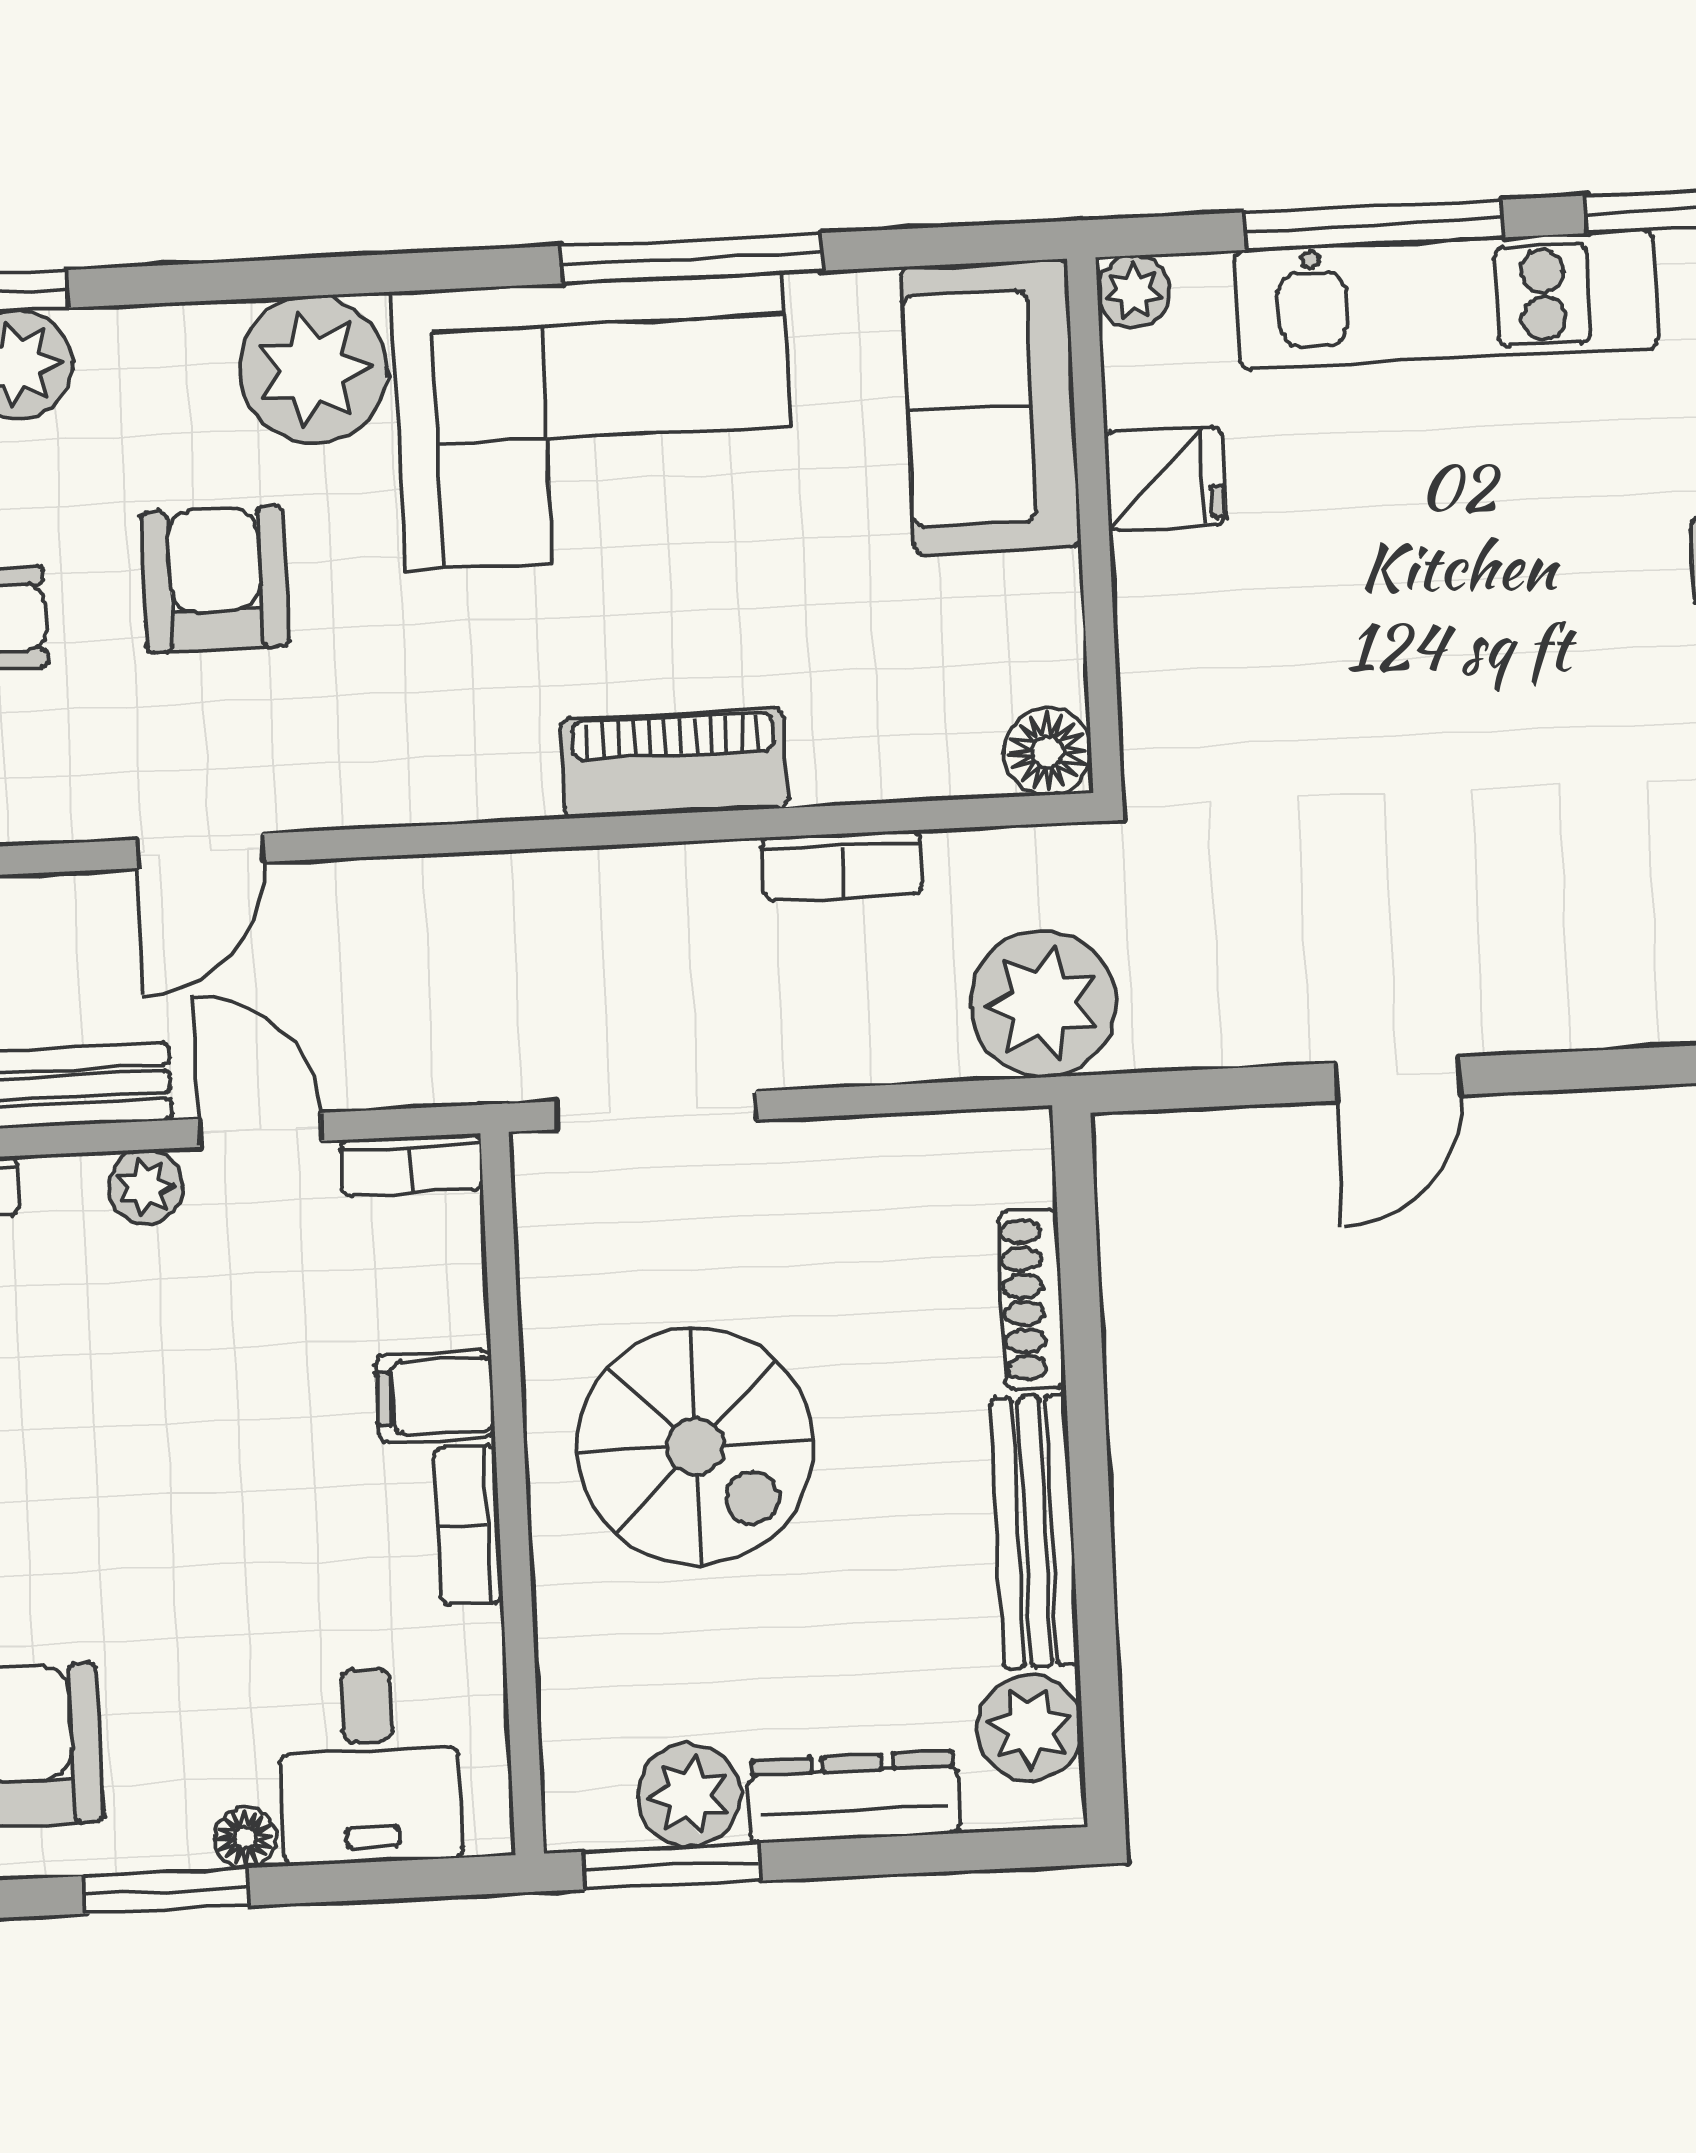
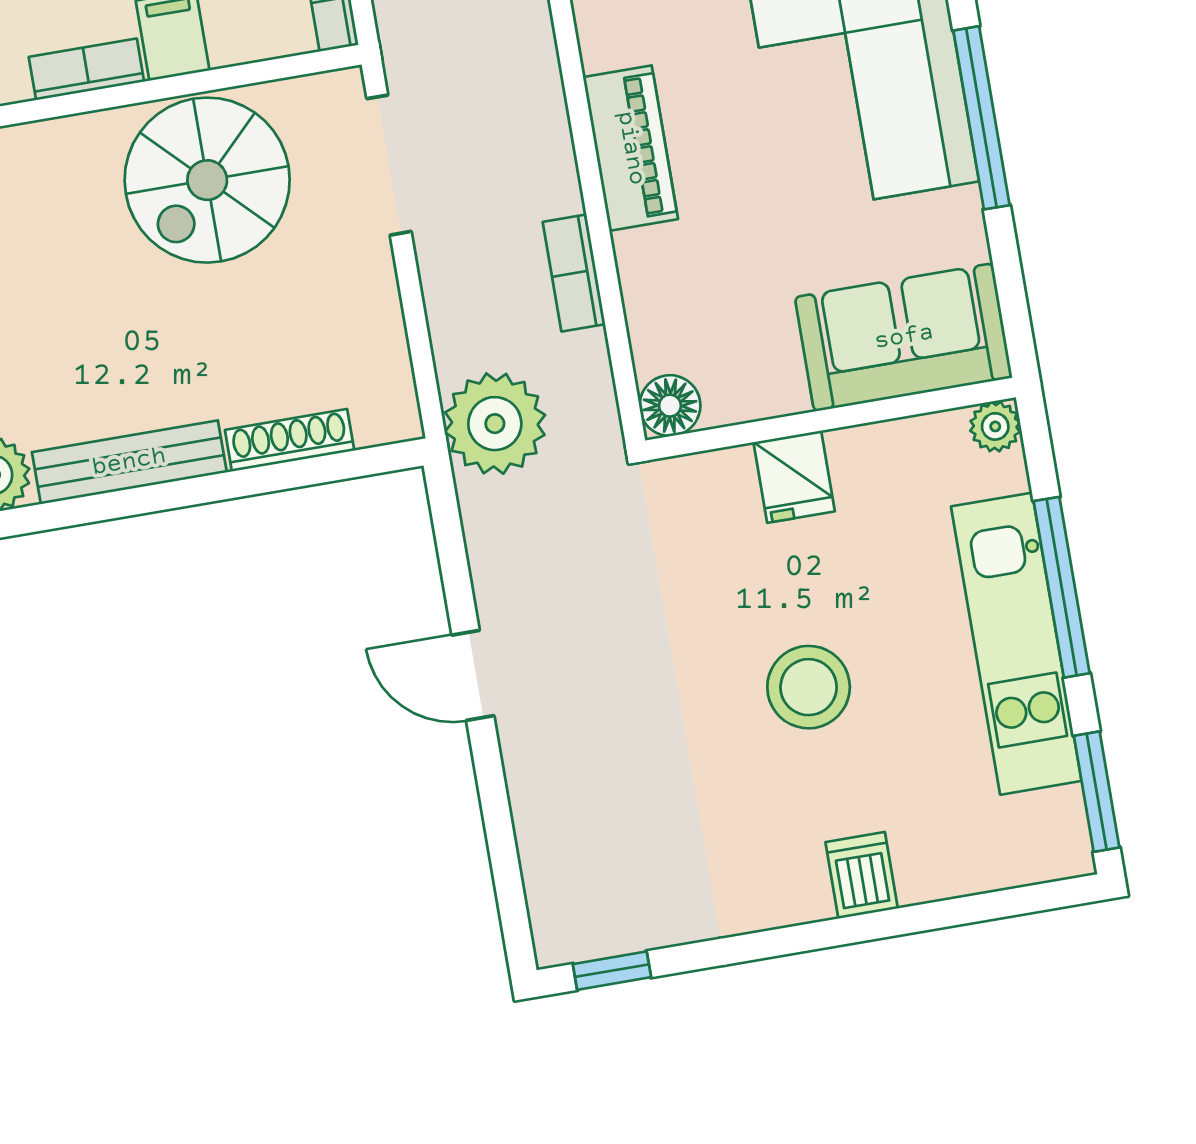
fridge: (1165, 478) -> (794, 477), moved
stool: (1473, 603) -> (809, 687), added
spiral stairs: (695, 1446) -> (207, 180), moved

